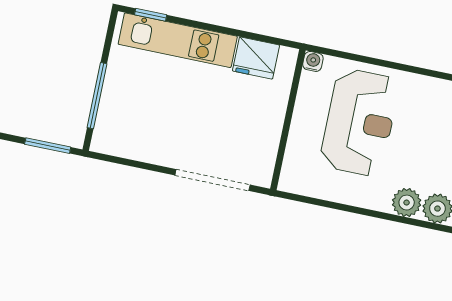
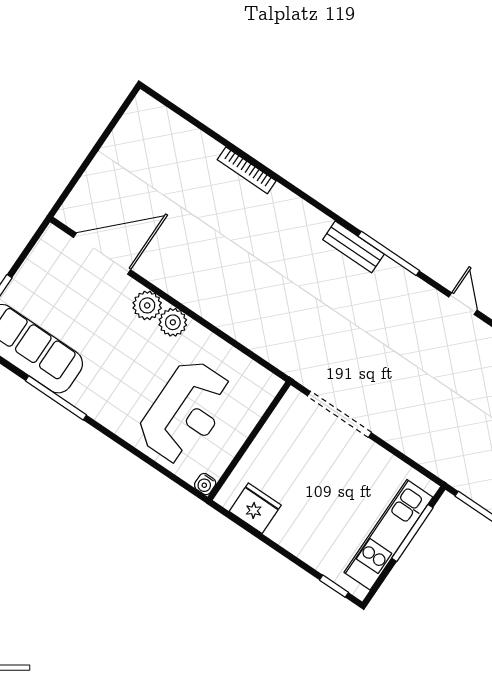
kitchen unit: (178, 40) -> (388, 535), moved, turned -90
reception desk: (360, 122) -> (186, 412), turned 180

